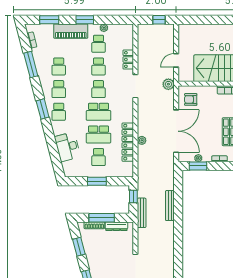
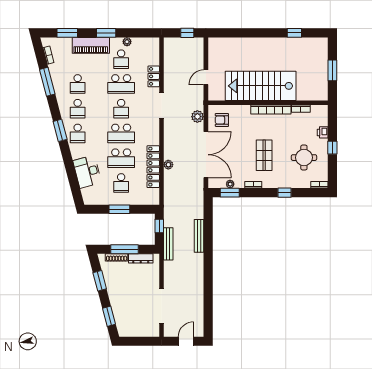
school desk: (99, 66) -> (121, 84), width x1.85
plant: (168, 84) -> (197, 117), moved

